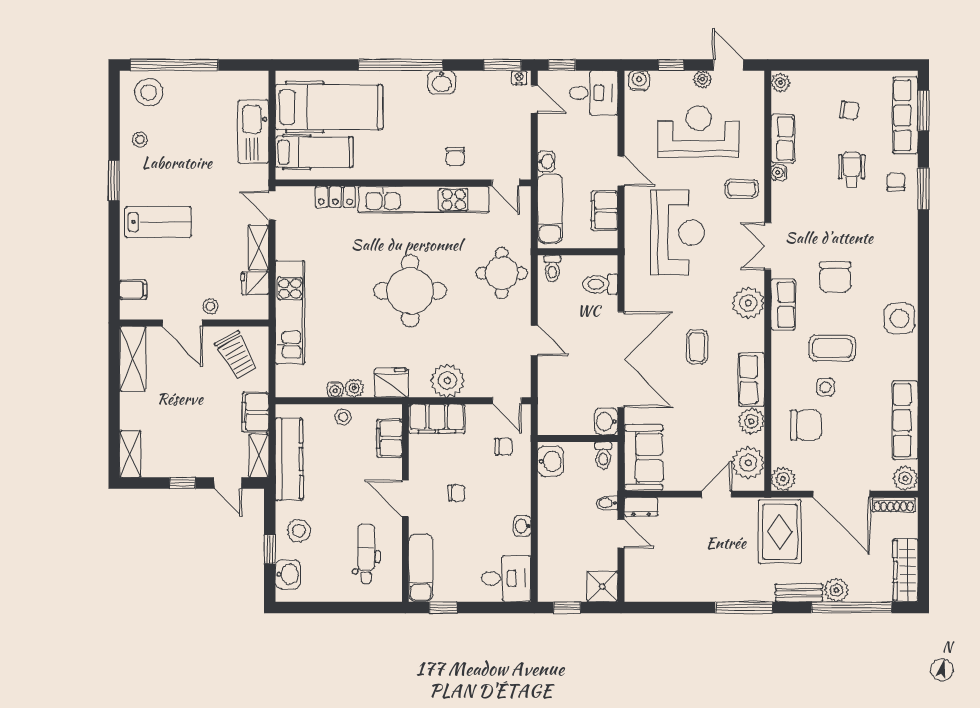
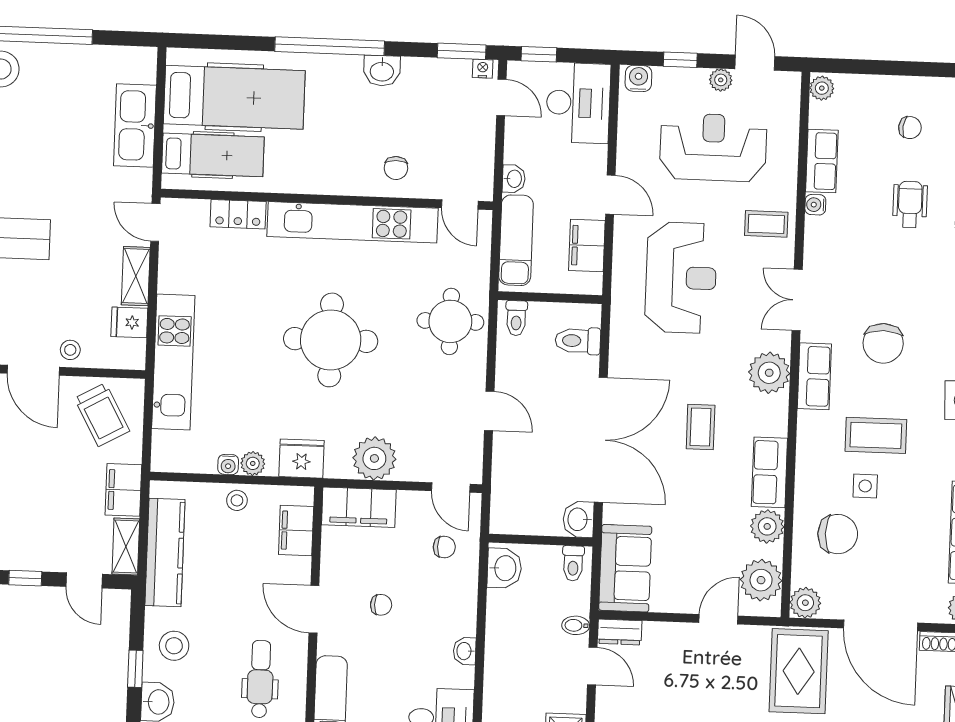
desk: (594, 93) -> (578, 103), width x1.37

